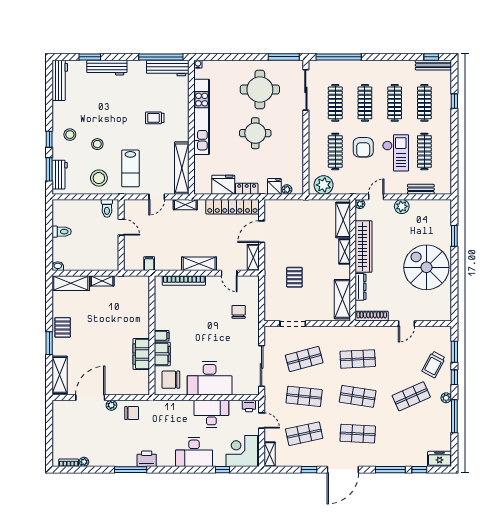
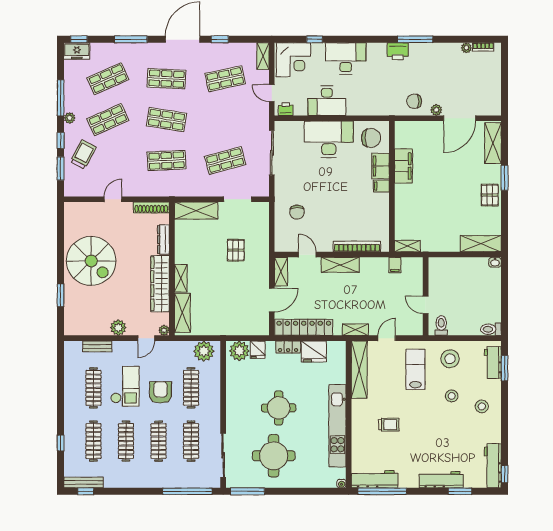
window: (49, 139) -> (505, 474), moved
checkout: (396, 153) -> (125, 386), turned 180
plant: (287, 189) -> (239, 351), width x1.88, depth x1.88
toilet: (62, 232) -> (491, 329), moved
shelving: (102, 281) -> (407, 246), moved
shelving: (342, 299) -> (196, 211), moved, turned 90
shop shelf: (304, 396) -> (108, 79), moved, turned -30
window: (419, 470) -> (79, 39), moved

